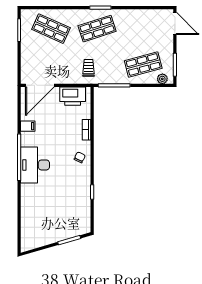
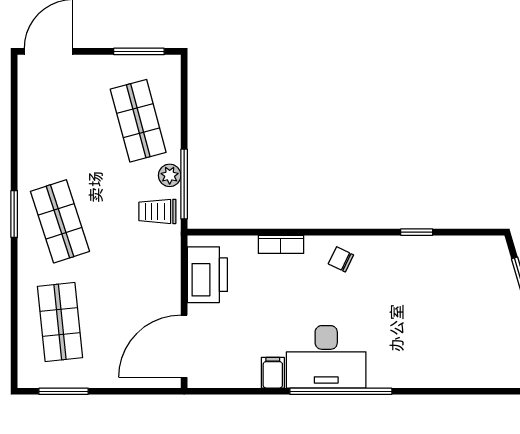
shop shelf: (51, 29) -> (60, 322), turned -30
trolley: (88, 68) -> (157, 211), moved
plant: (162, 79) -> (170, 175), moved
door: (40, 85) -> (184, 346), swing flipped
desk: (35, 165) -> (326, 357), moved

